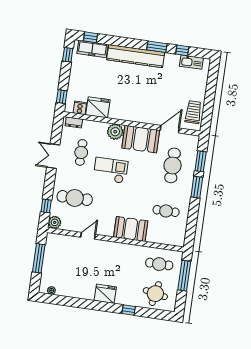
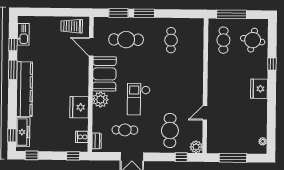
fridge: (98, 107) -> (79, 107), moved
booth: (131, 229) -> (193, 72), removed
door: (88, 236) -> (205, 113), hinge flipped

